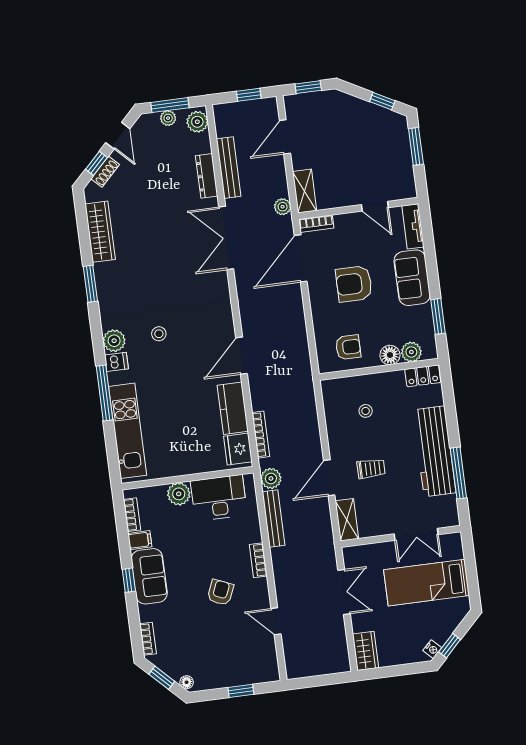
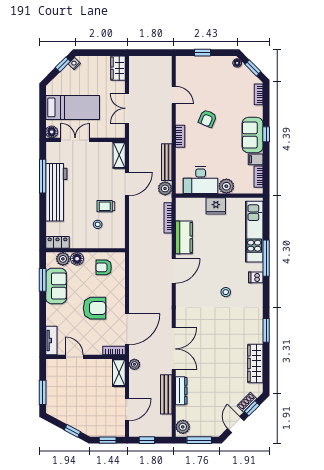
window: (382, 101) -> (72, 431), moved
plant: (168, 118) -> (201, 432), removed
sofa: (412, 278) -> (56, 286), moved
plant: (114, 341) -> (255, 291), removed
fridge: (238, 449) -> (216, 206), moved, turned 90
trolley: (371, 469) -> (106, 206), moved
floor lamp: (453, 542) -> (52, 132), added

